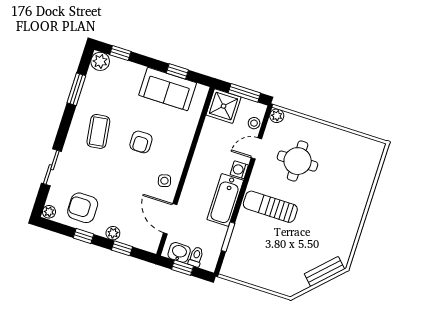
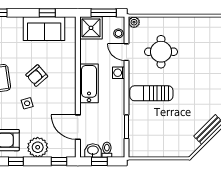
armchair: (141, 142) -> (37, 76), turned 49
door: (256, 148) -> (126, 52), hinge flipped
side table: (164, 181) -> (27, 103), moved
bathtub: (225, 200) -> (89, 83), moved, turned 180
plant: (113, 233) -> (38, 147), width x1.88, depth x1.88
window: (122, 248) -> (59, 161), moved

